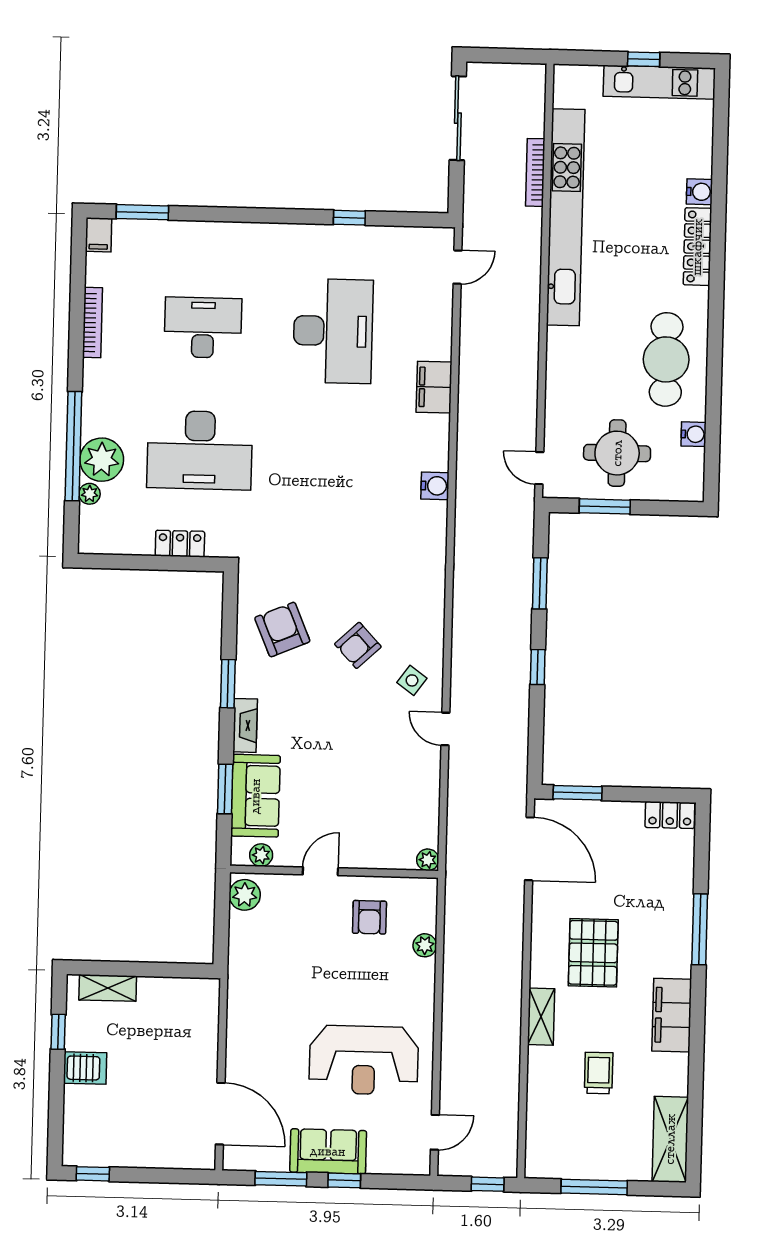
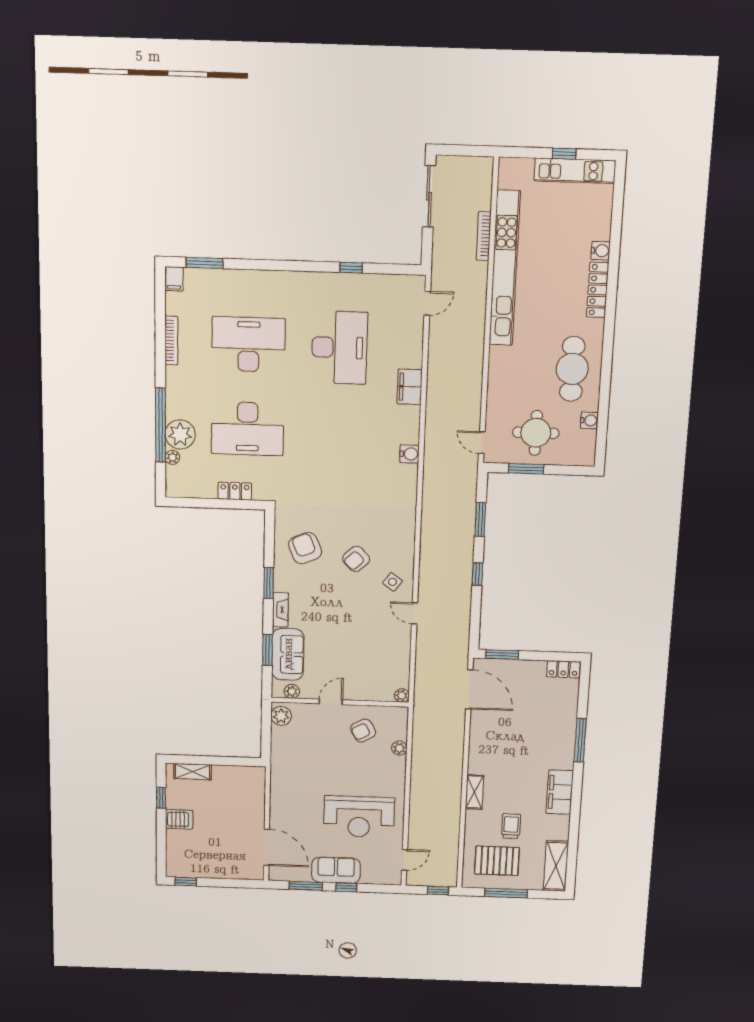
desk: (203, 328) -> (249, 344), width x1.36, depth x1.30
armchair: (369, 917) -> (363, 731), turned 61
pallet: (593, 953) -> (497, 861), moved, turned 90

